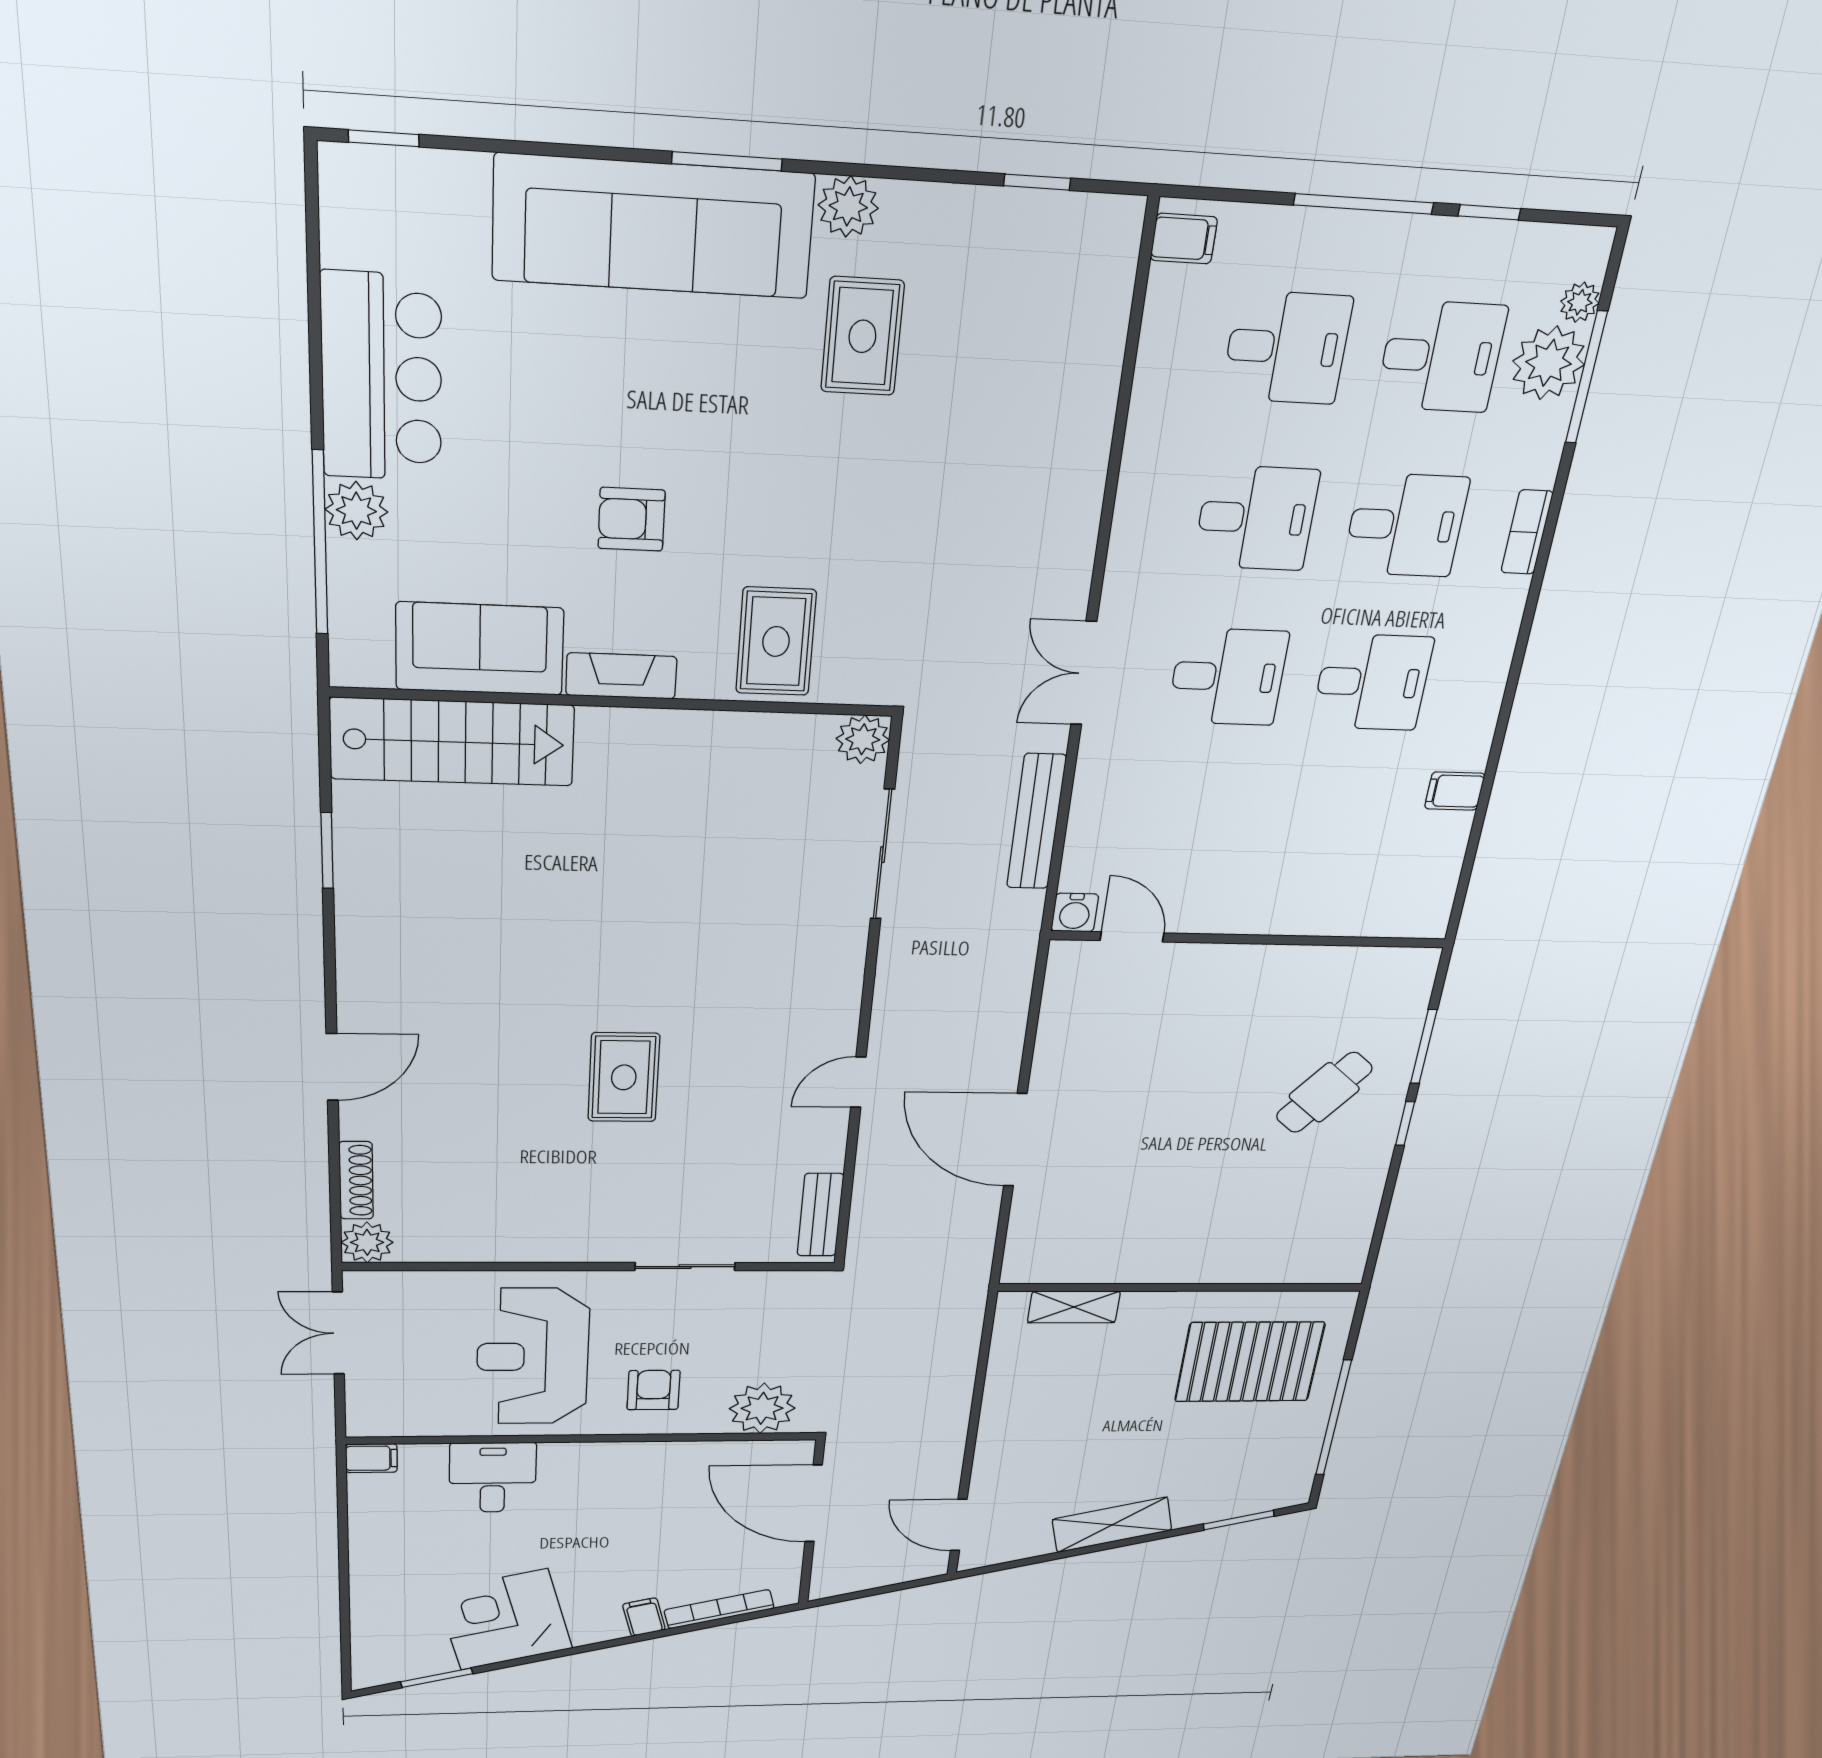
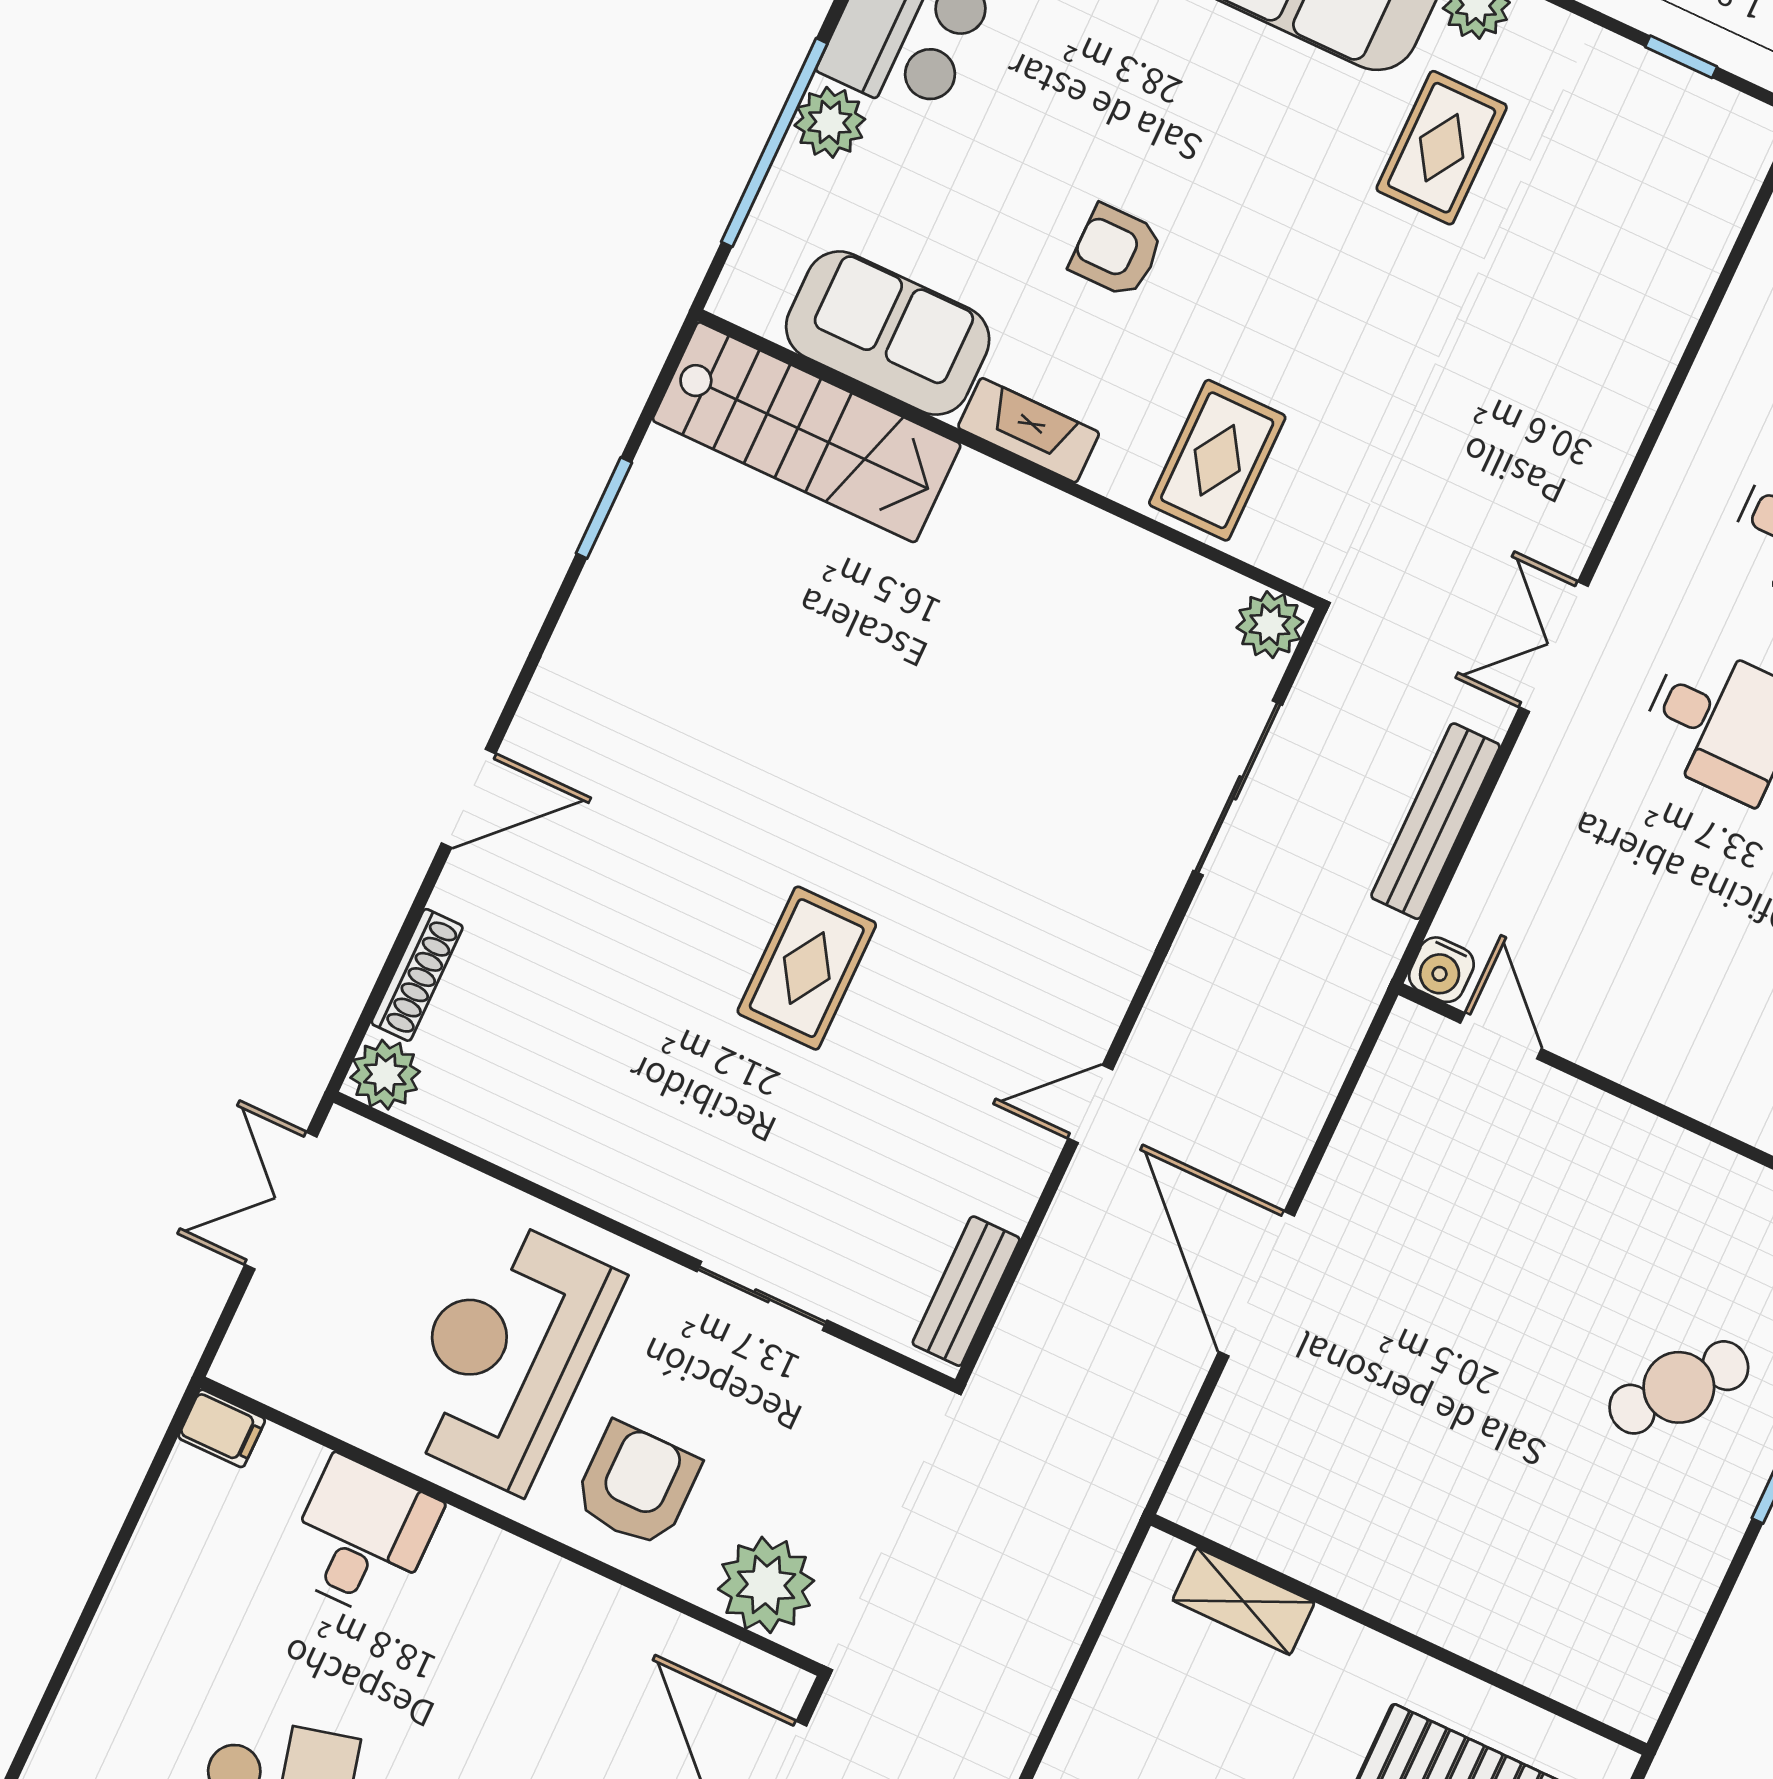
armchair: (653, 1390) -> (637, 1485), width x1.38, depth x1.38

